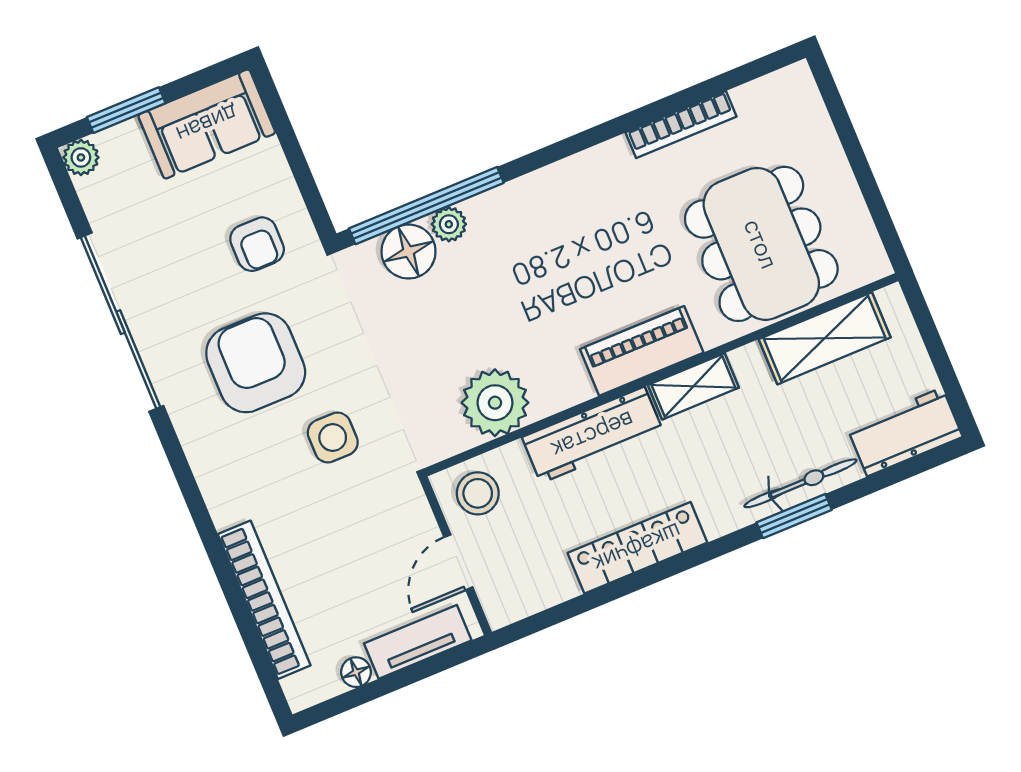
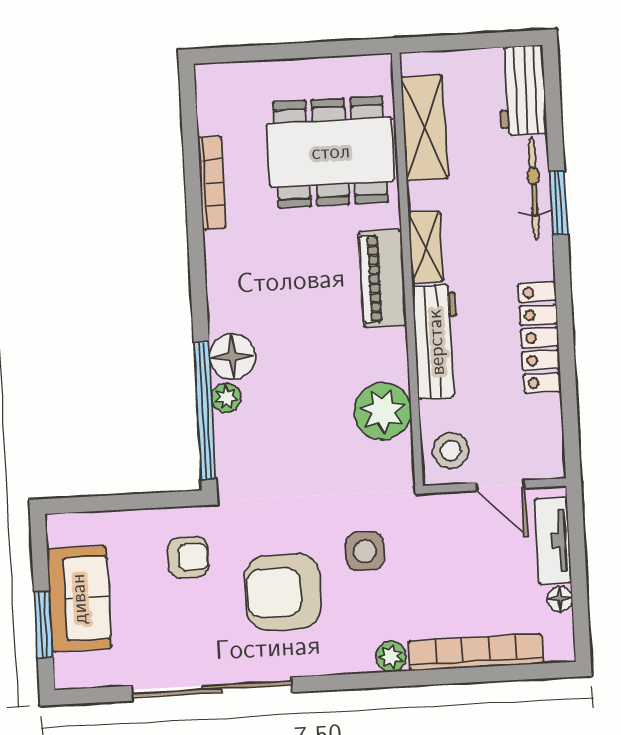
sofa: (207, 124) -> (79, 599), moved
plant: (81, 157) -> (391, 657), moved
floor lamp: (409, 252) -> (232, 357), moved

